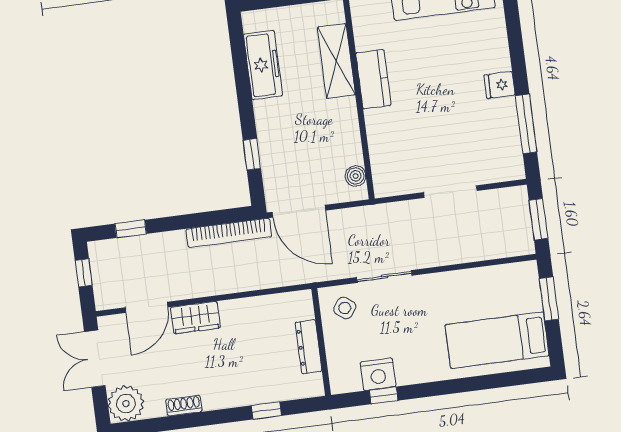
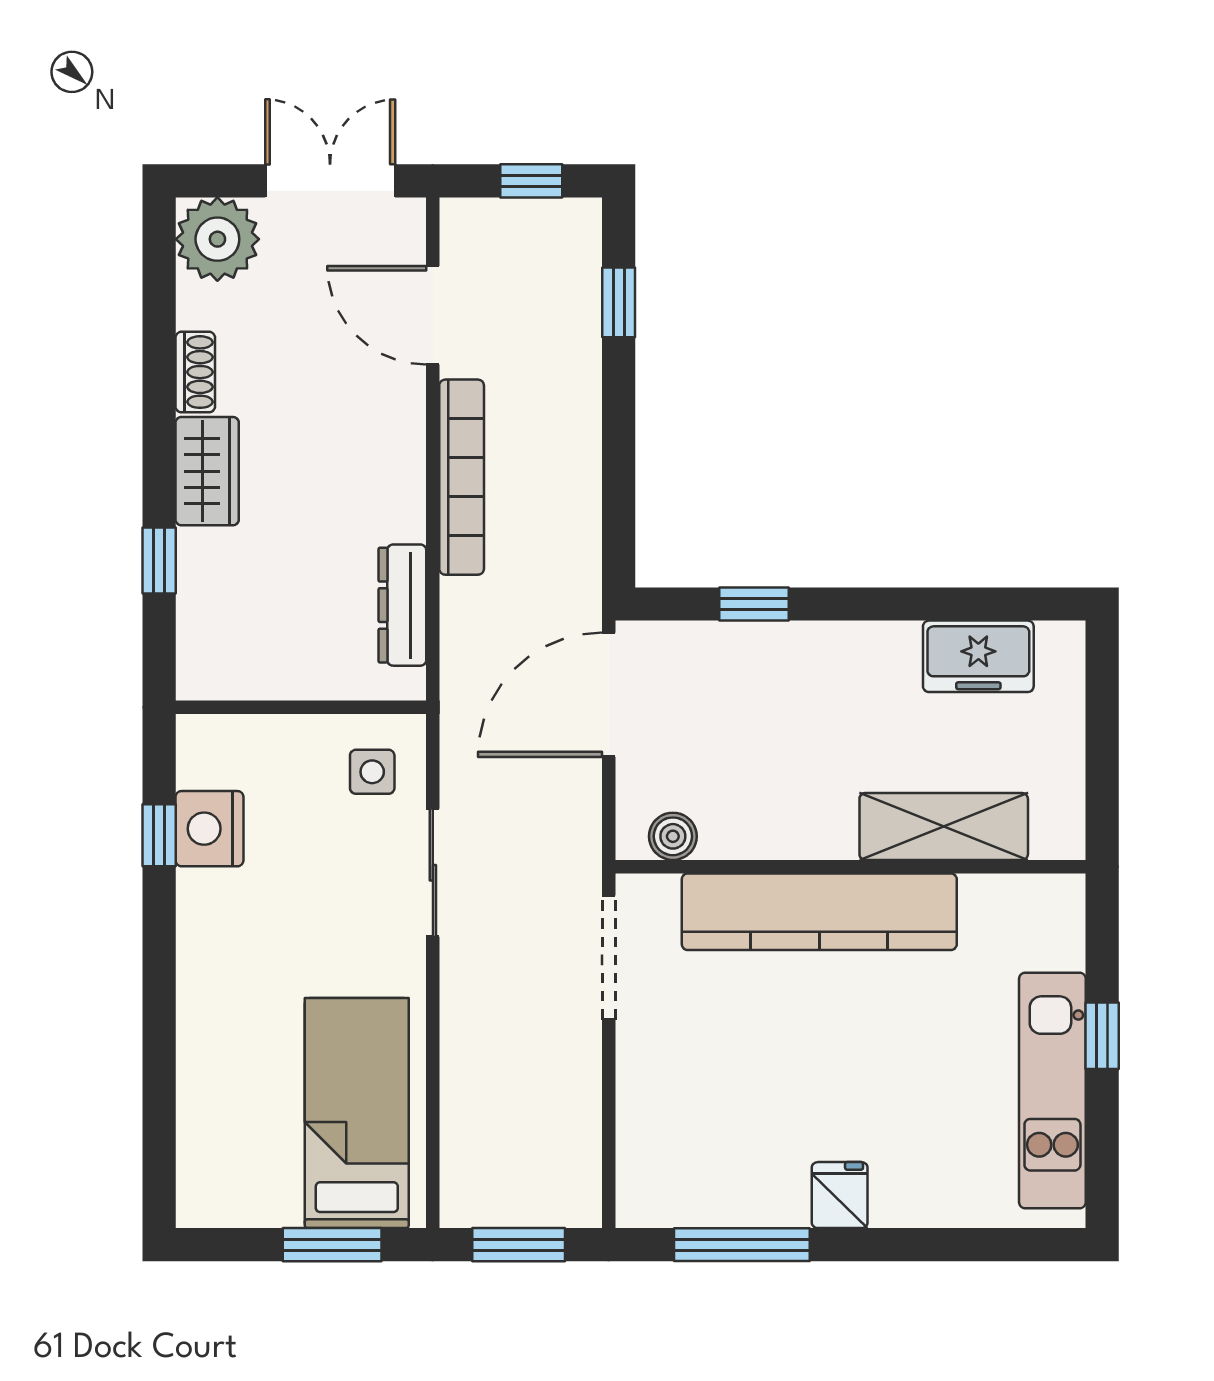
freezer: (263, 65) -> (978, 656), width x0.71
kitchen counter: (373, 79) -> (819, 912), width x2.08, depth x1.17
doorway: (450, 192) -> (609, 957), moved
bookcase: (229, 233) -> (462, 477), moved, turned 180
side table: (345, 308) -> (372, 772), turned -37
wardrobe: (195, 318) -> (207, 471), moved, turned 180
bed: (497, 340) -> (357, 1113), moved
dresser: (309, 347) -> (402, 605), moved, turned -90

